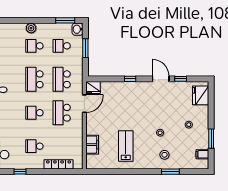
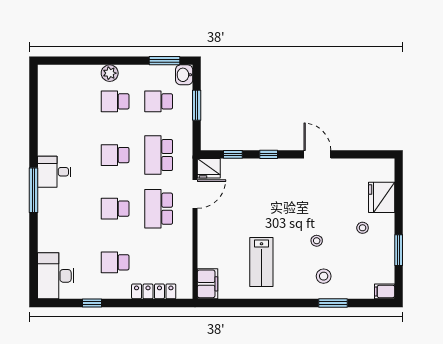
school desk: (34, 79) -> (115, 155), width x0.54
window: (181, 79) -> (233, 154), moved
fridge: (201, 95) -> (382, 197), moved
filing cabinet: (92, 145) -> (208, 284), moved
lab bench: (126, 146) -> (261, 262), turned 180
filing cabinet: (202, 154) -> (385, 291), moved

